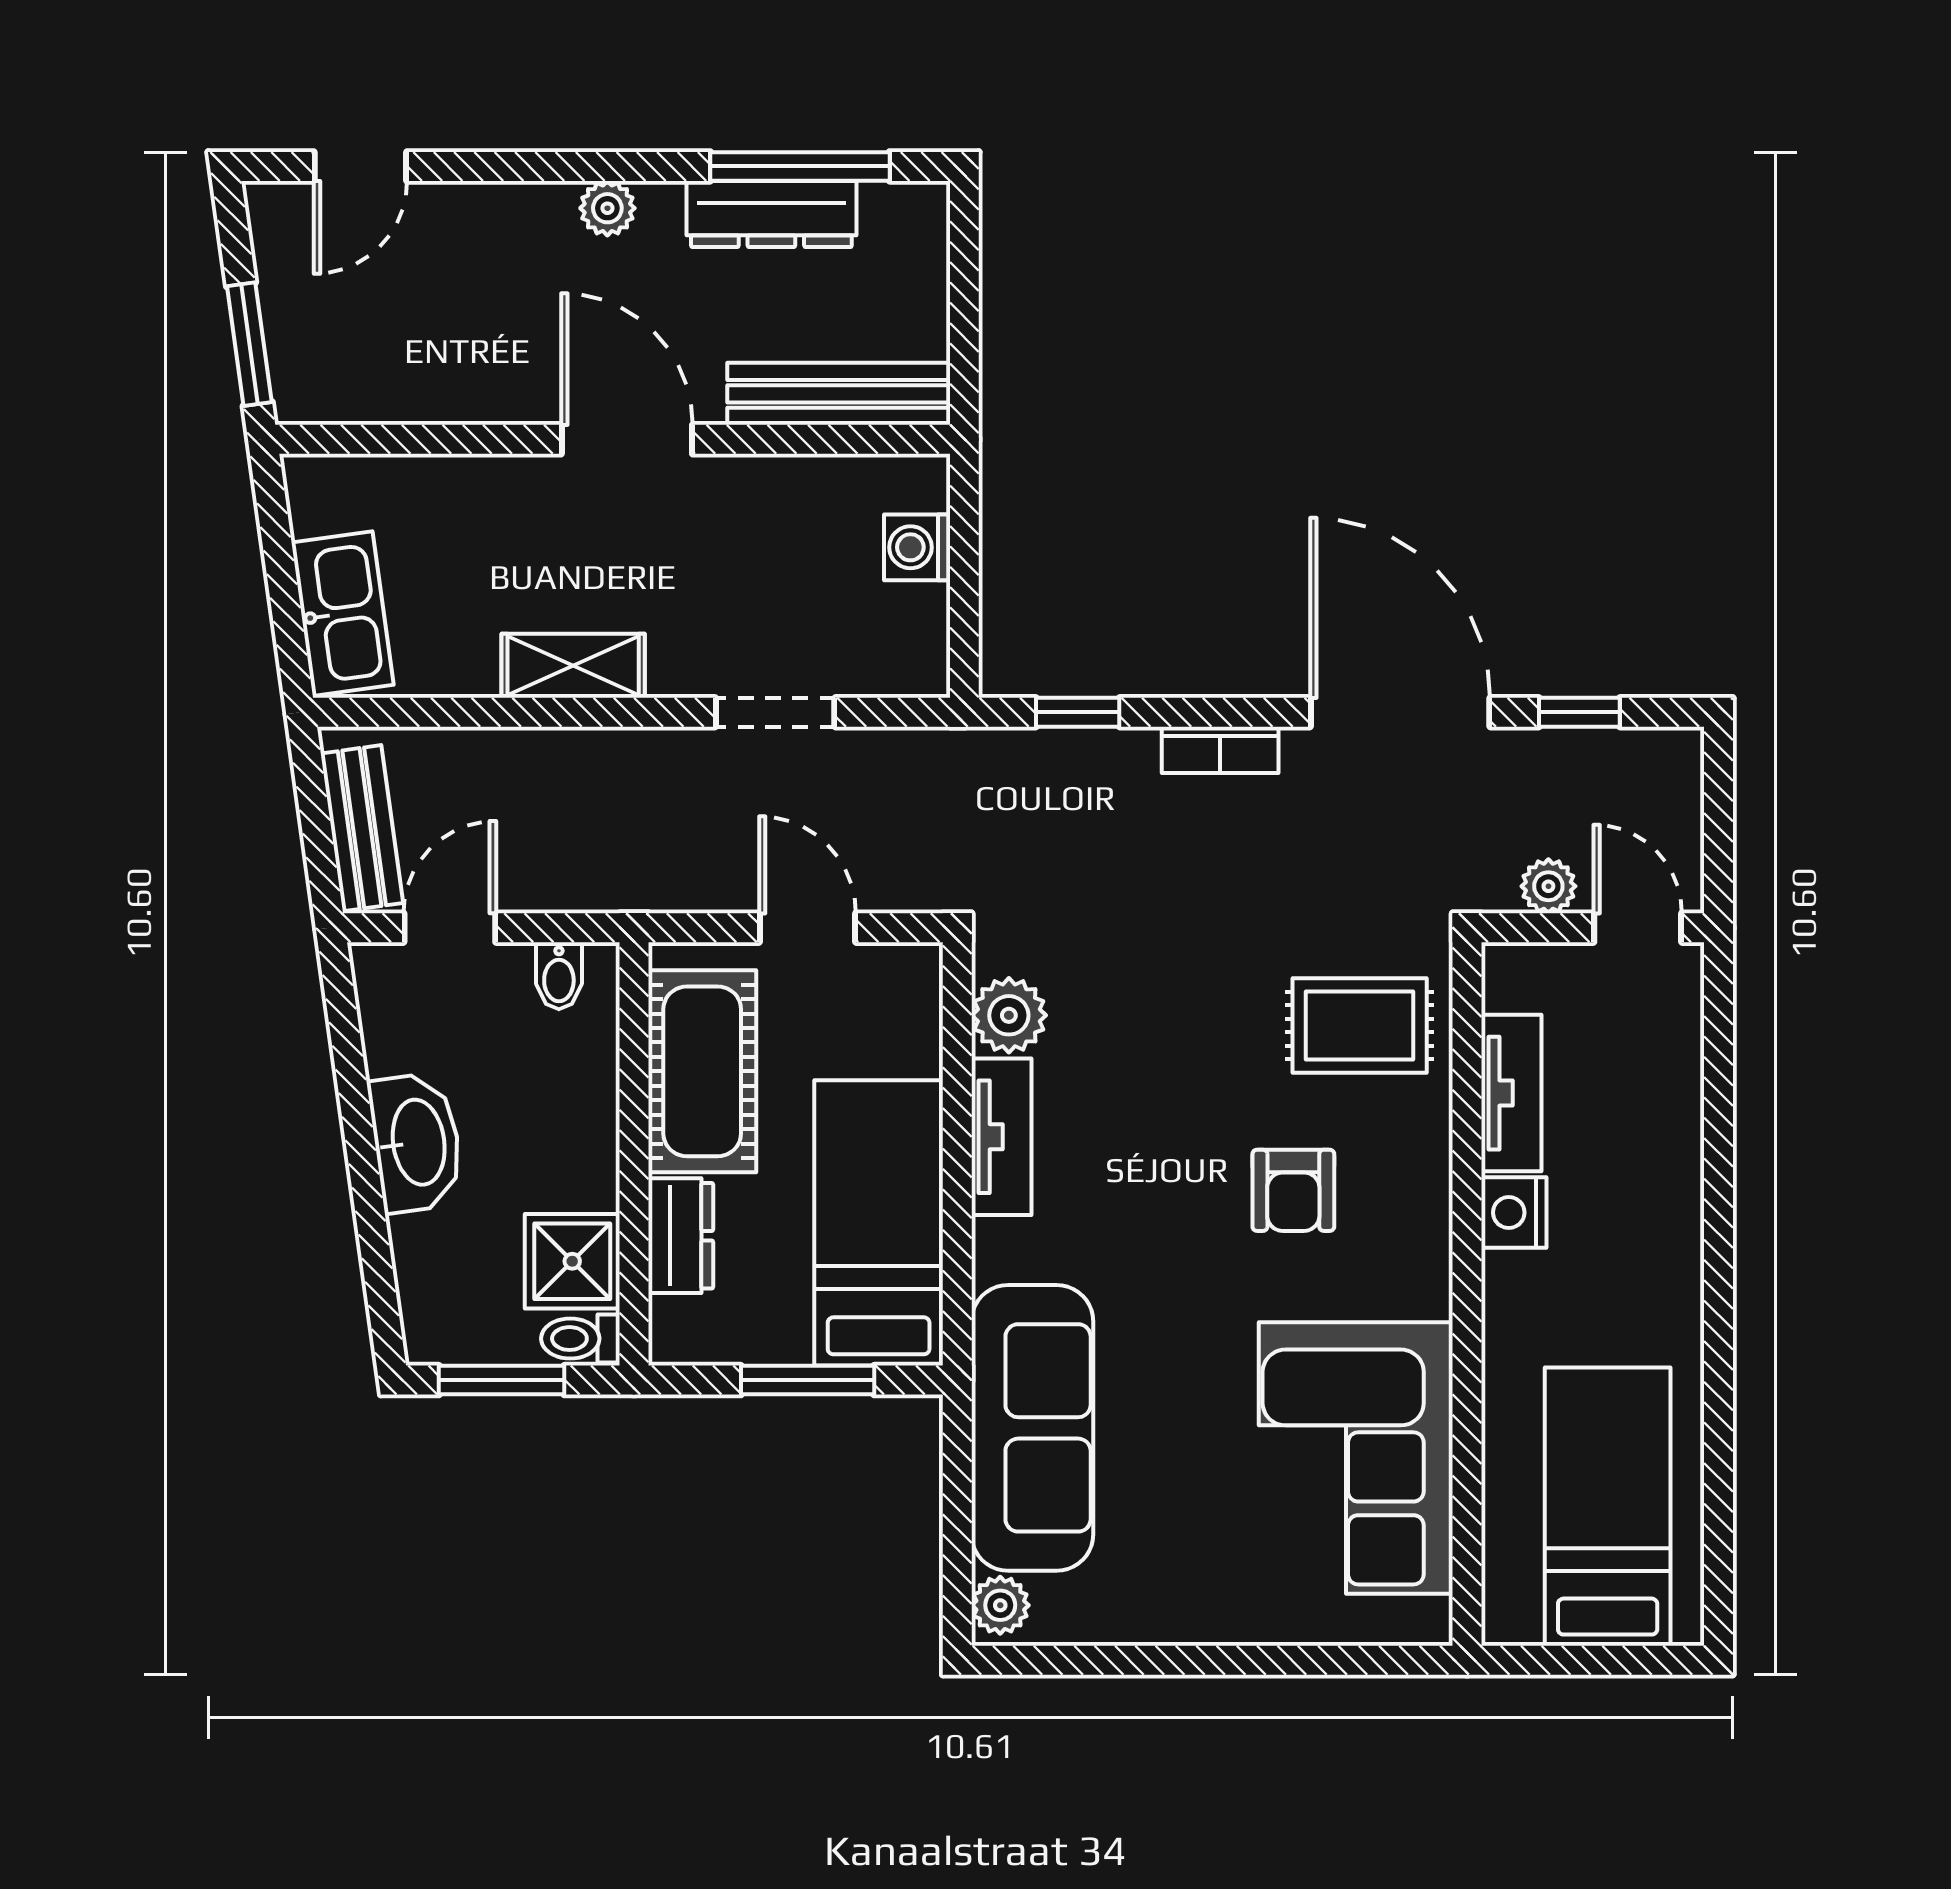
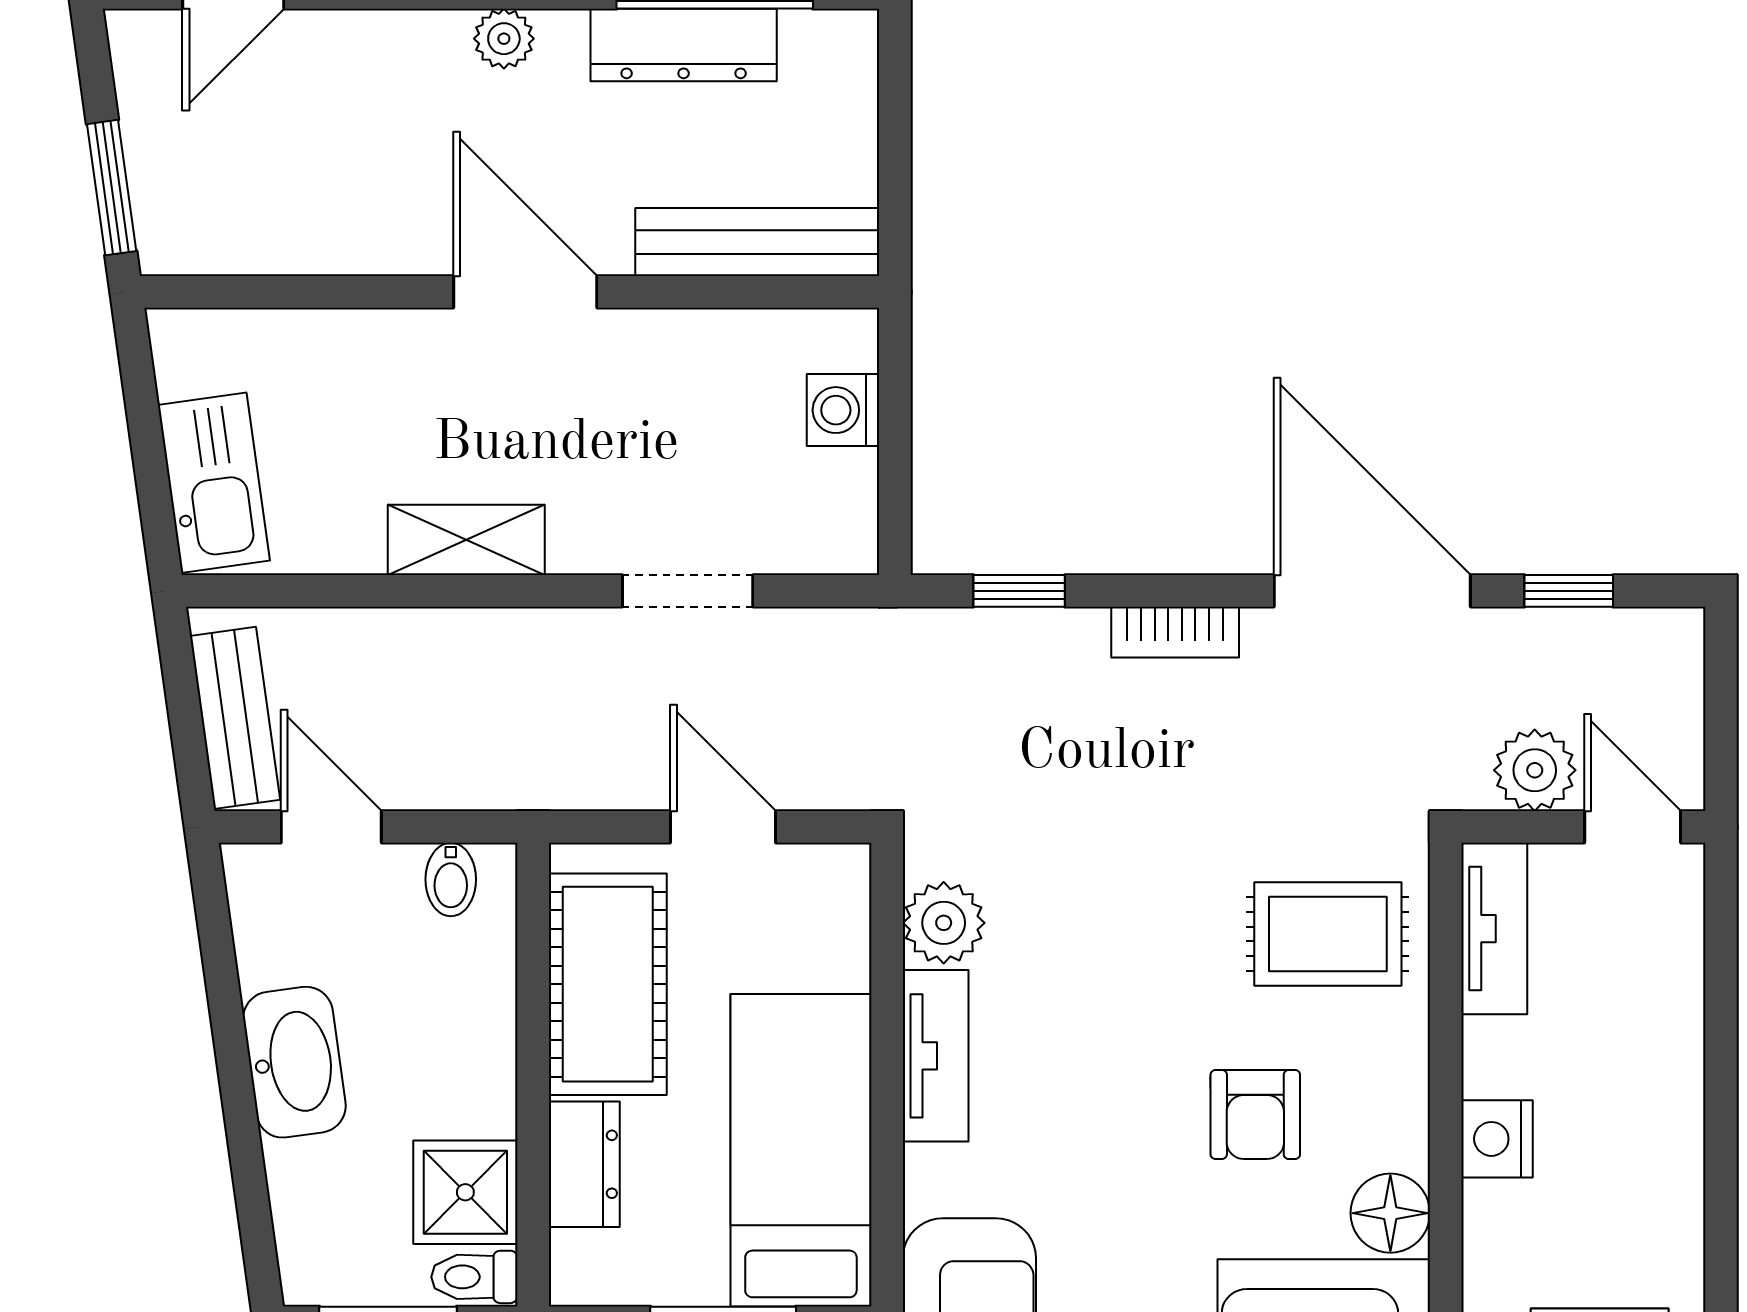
plant: (1548, 886) -> (1535, 770), width x1.38, depth x1.38
door: (450, 928) -> (331, 827), hinge flipped
tv unit: (1511, 1093) -> (1494, 929), moved
floor lamp: (1417, 1280) -> (1390, 1213), added

